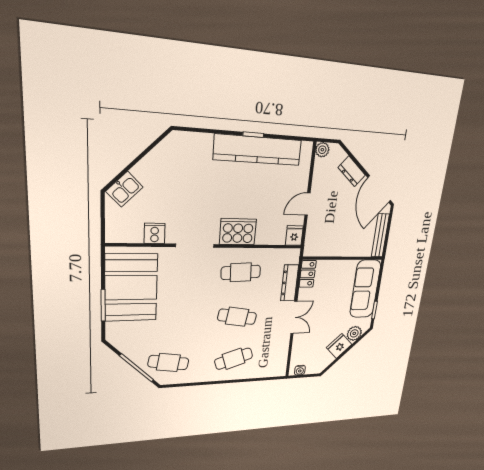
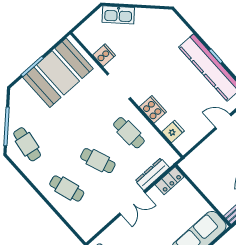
kitchen sink: (124, 189) -> (118, 15), width x1.38
door: (307, 204) -> (223, 121), moved
cooker: (238, 232) -> (153, 109), width x0.73, depth x0.76
fridge: (294, 235) -> (173, 131), moved
cafe table: (237, 317) -> (98, 161), turned -30

